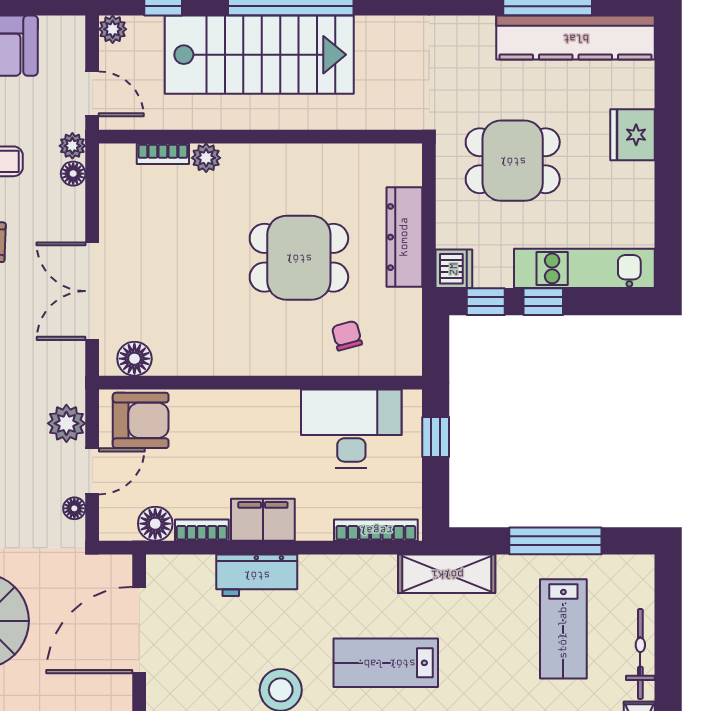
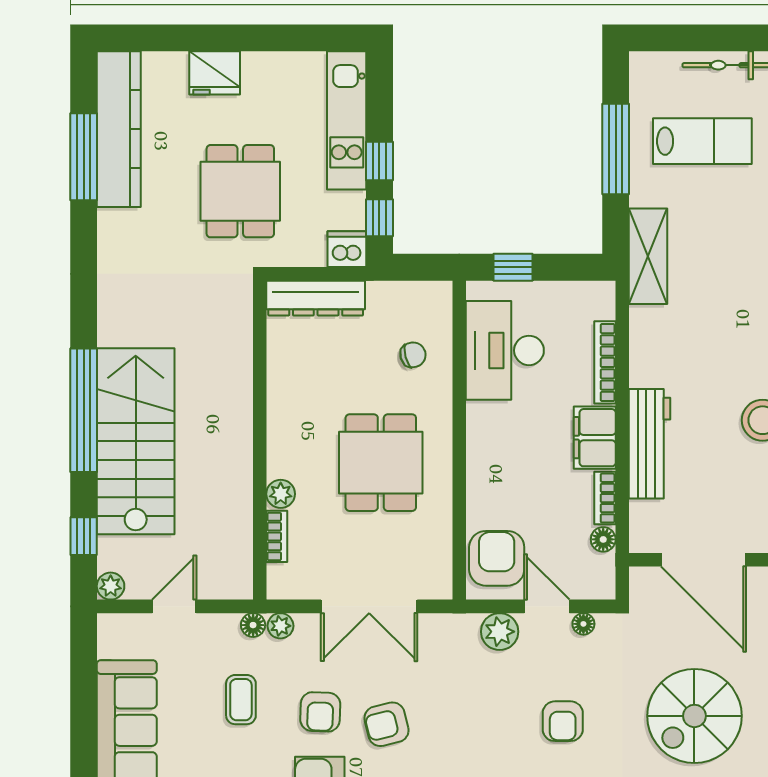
wall: (260, 137) -> (260, 440), moved
plant: (72, 146) -> (280, 626), moved
bookcase: (163, 154) -> (277, 536), moved
plant: (206, 158) -> (281, 494), moved
dining table: (299, 258) -> (381, 463), moved
chair: (347, 336) -> (413, 355), turned 180
floor lamp: (134, 359) -> (436, 565), removed
floor lamp: (155, 524) -> (603, 539), width x0.73, depth x0.73
bookcase: (376, 530) -> (605, 362), moved
workbench: (257, 575) -> (650, 444), width x1.38
lab bench: (386, 663) -> (736, 316), removed

